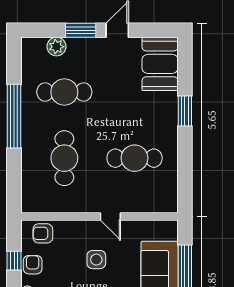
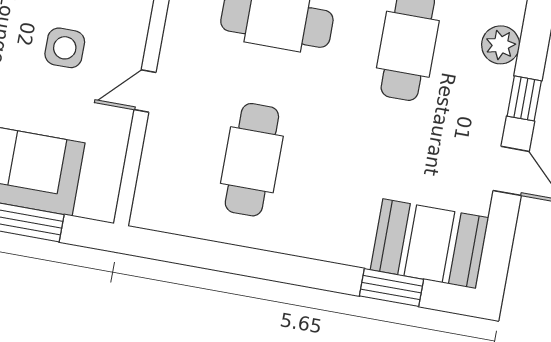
window: (81, 30) -> (524, 98), width x0.67
window: (185, 111) -> (391, 288), moved

